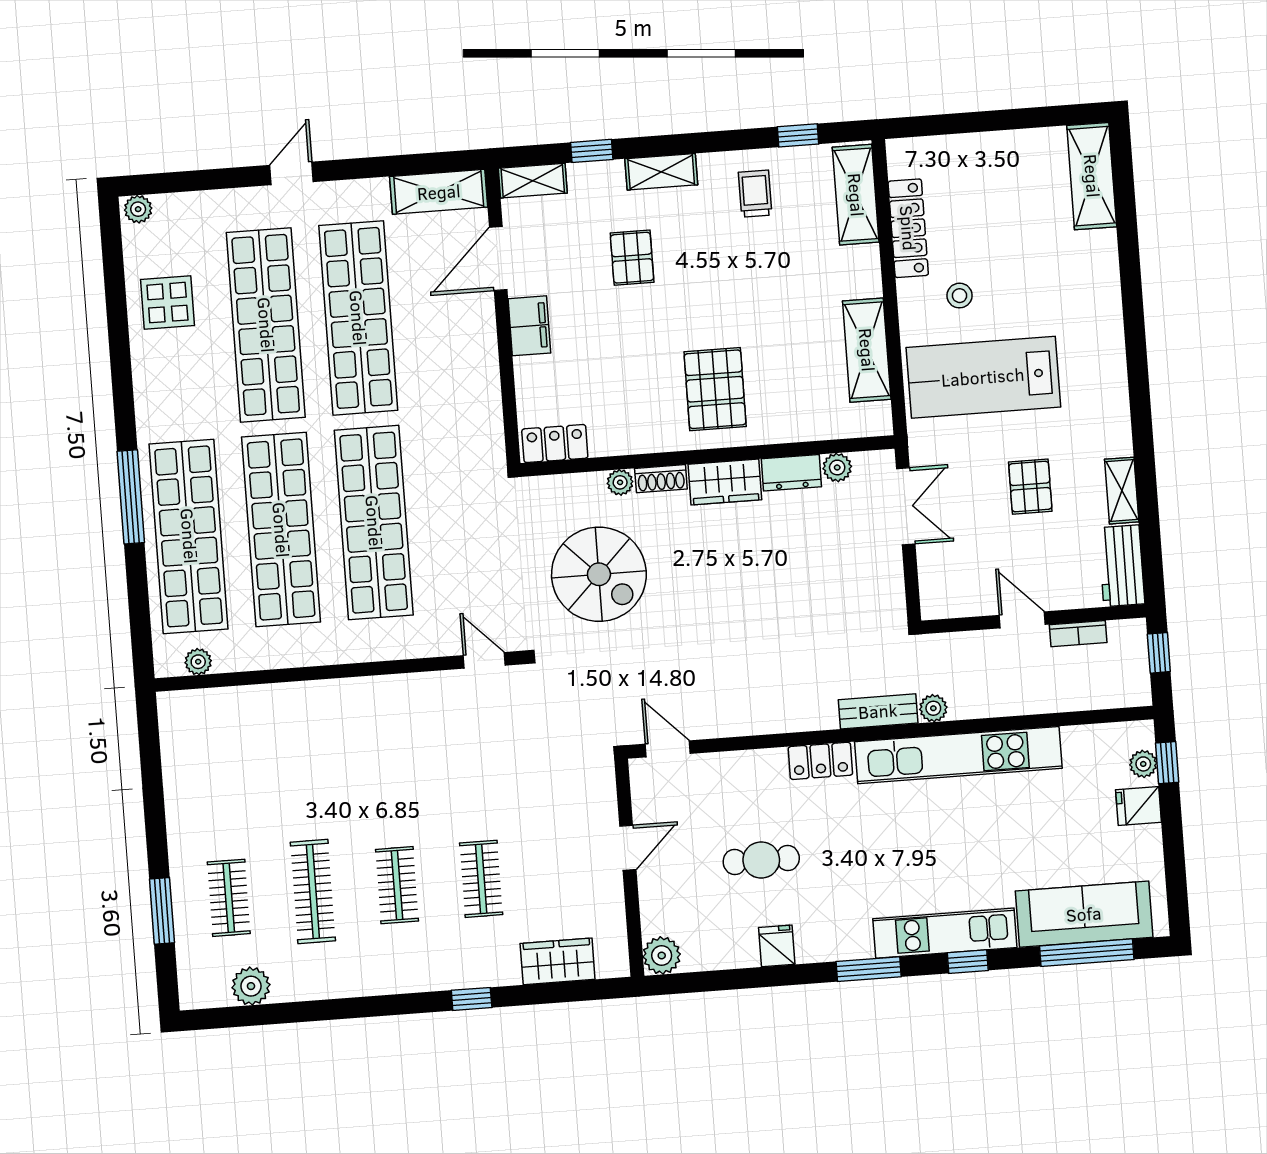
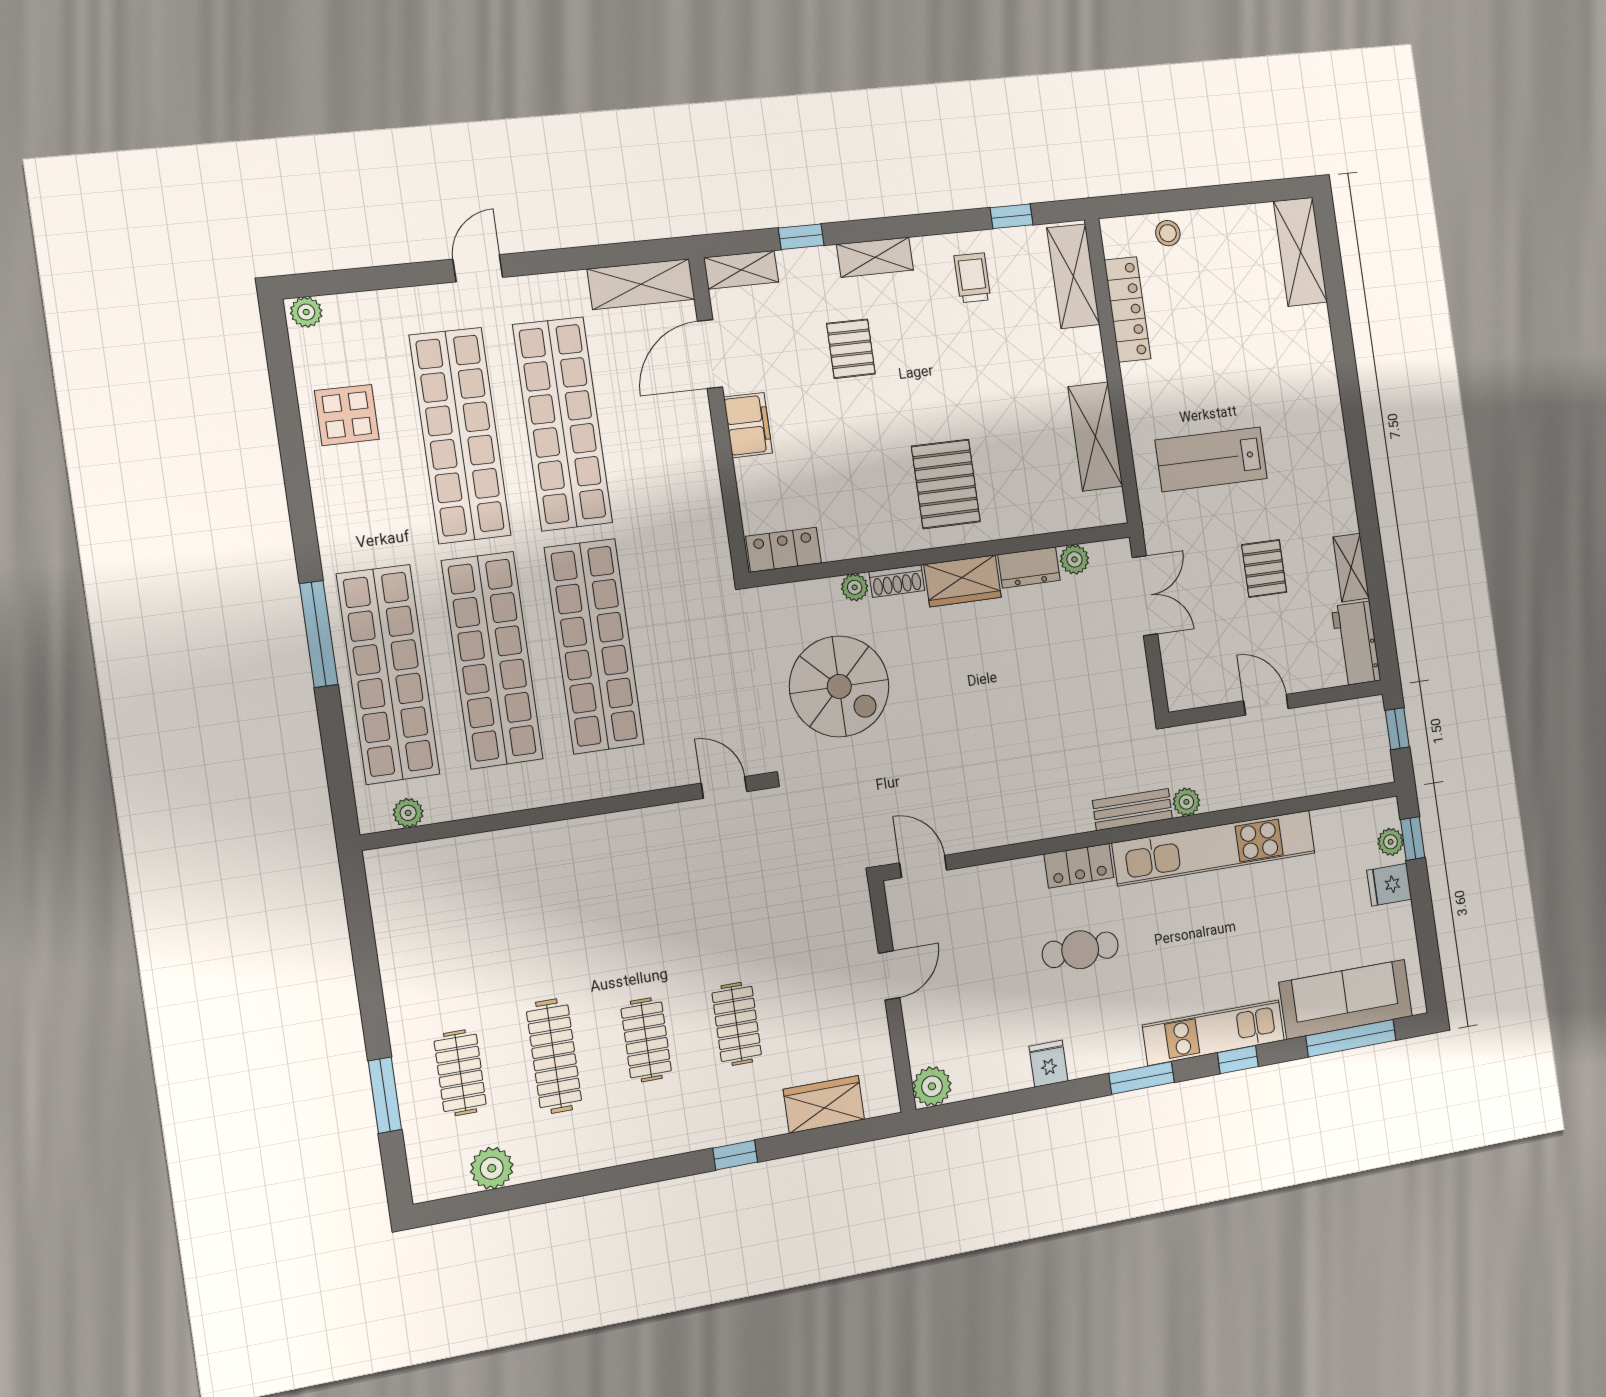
stool: (960, 296) -> (1168, 233), moved
lab bench: (983, 377) -> (1211, 459), width x0.73, depth x0.72
bookcase: (1078, 634) -> (1320, 715), removed
cafe table: (761, 860) -> (1080, 950), moved

